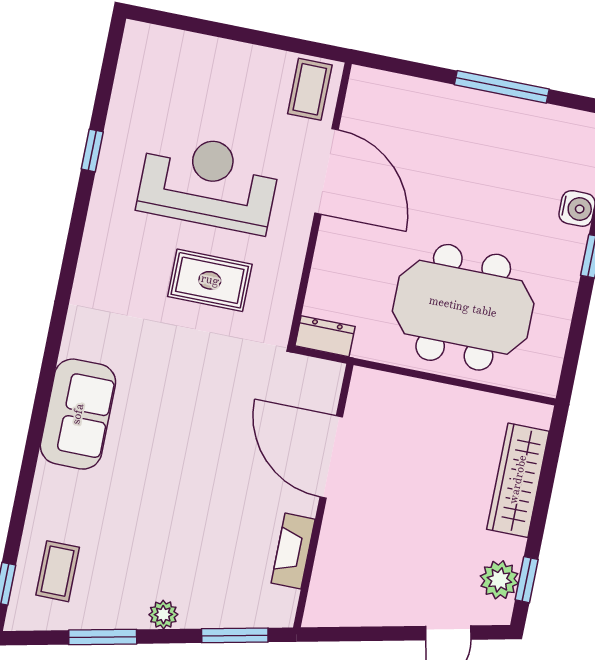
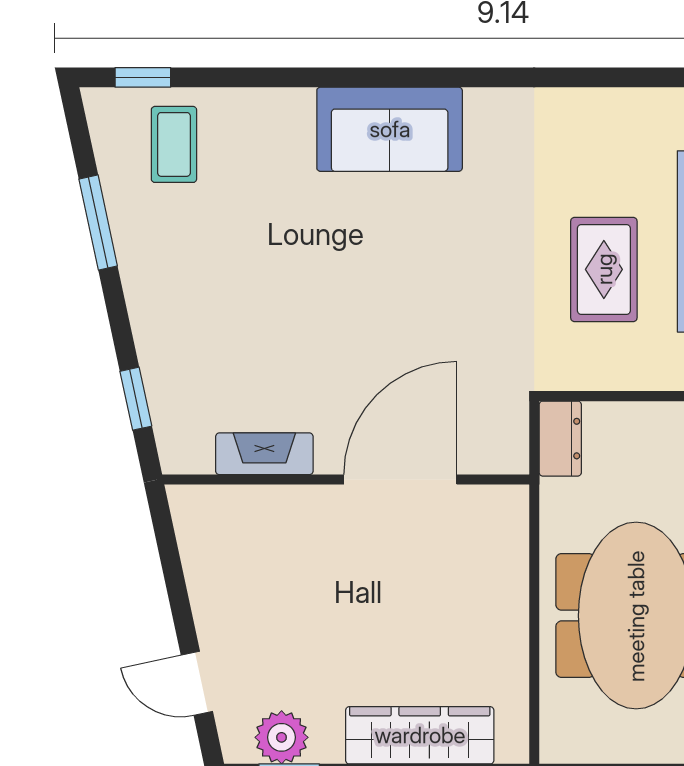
coffee table: (58, 571) -> (174, 144), turned 90
plant: (163, 615) -> (144, 297), removed
window: (235, 635) -> (136, 399), width x0.67

